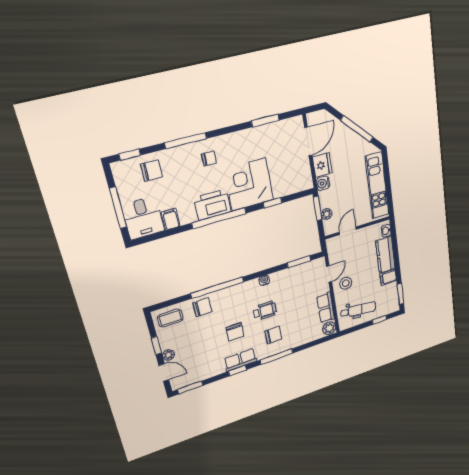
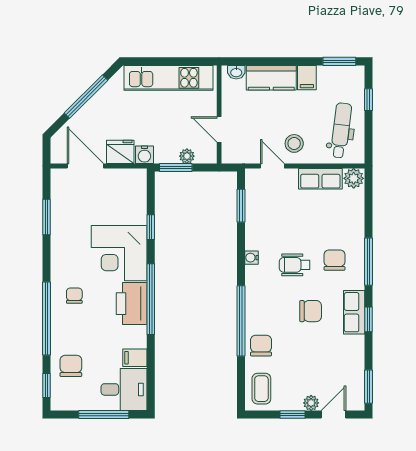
window: (186, 141) -> (46, 318), width x1.46
wheelchair: (265, 311) -> (295, 265), turned -90

